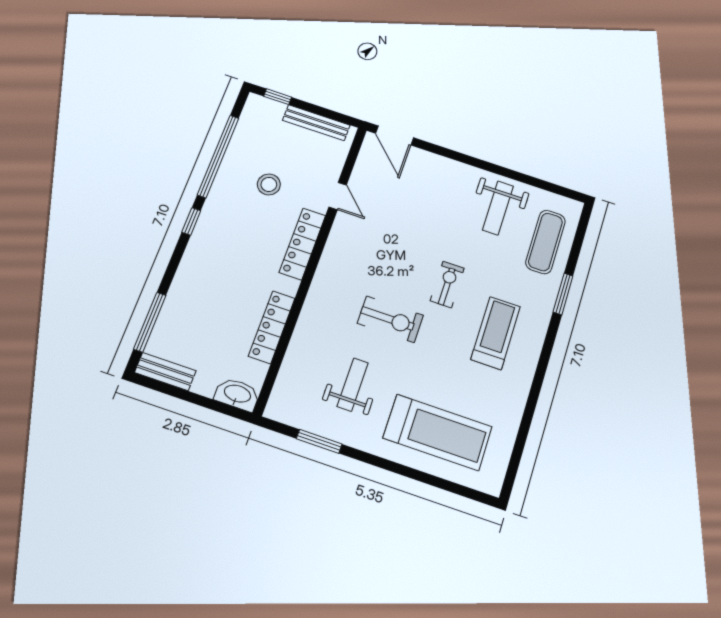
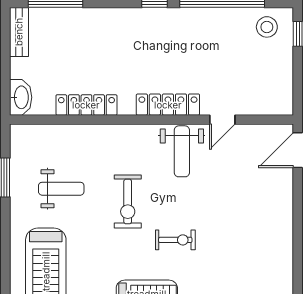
bench: (316, 123) -> (285, 77), removed
stool: (269, 184) -> (267, 27), moved
weight bench: (498, 208) -> (182, 151), moved, turned -90

